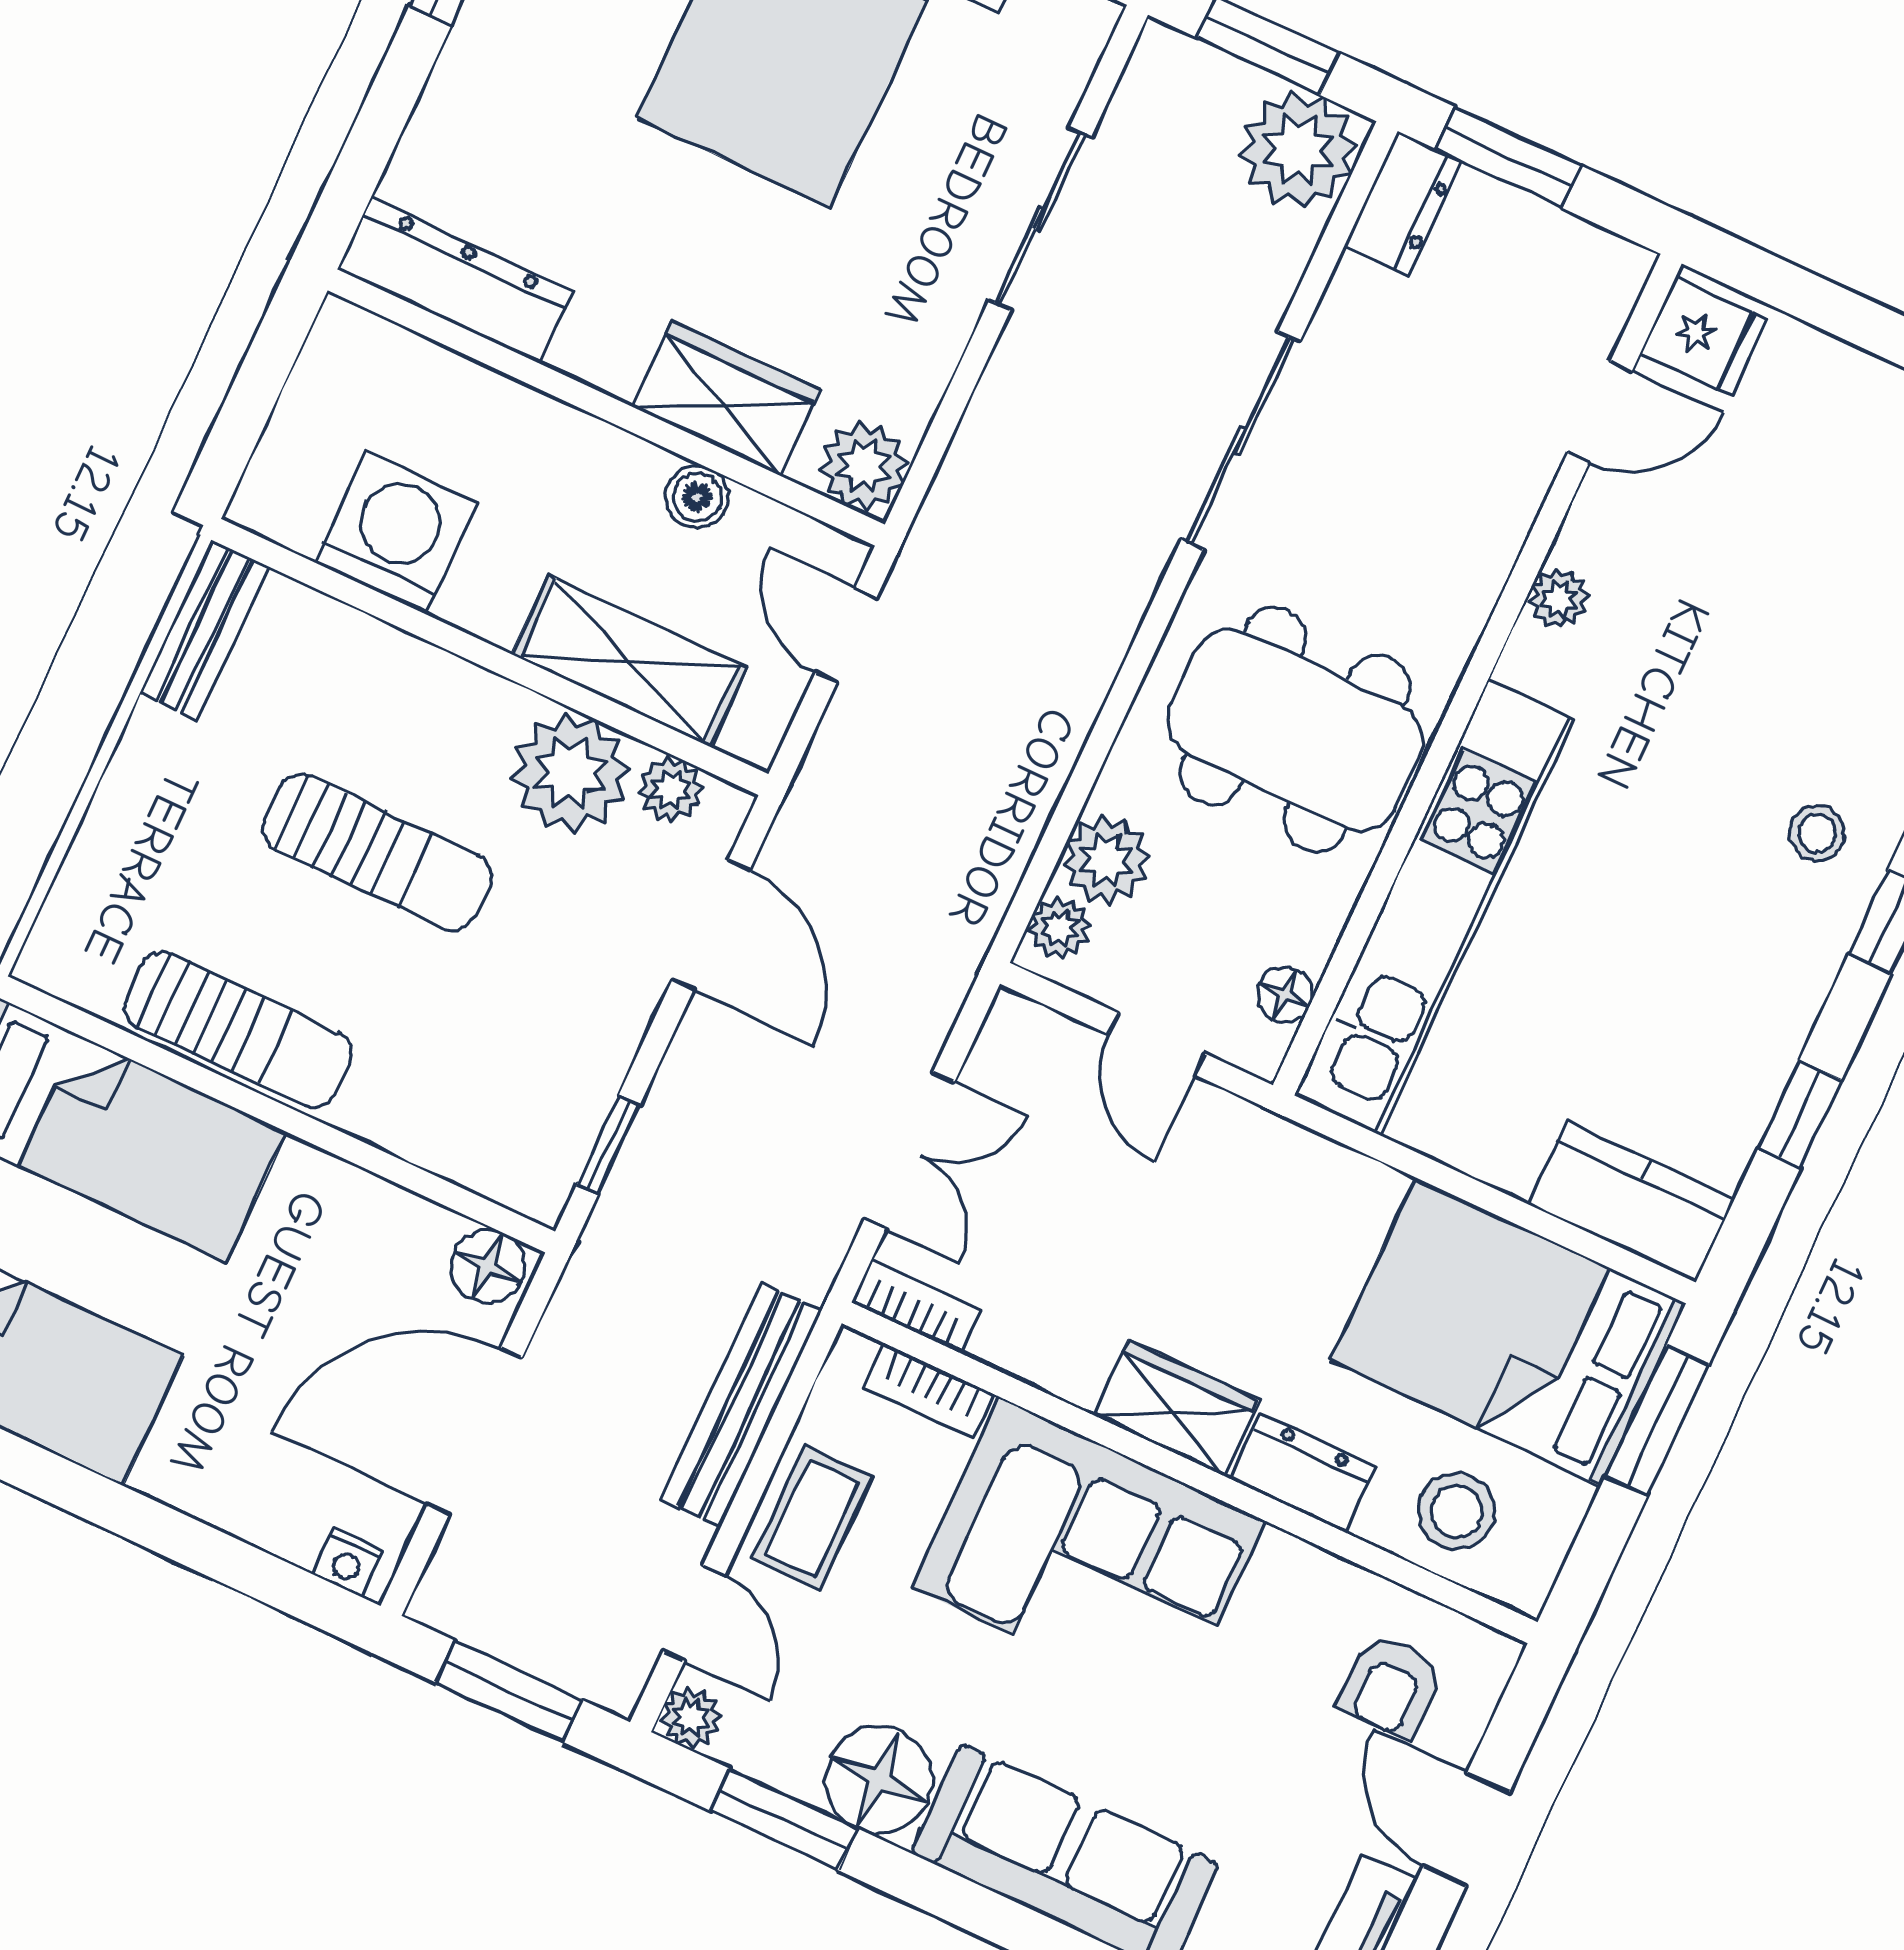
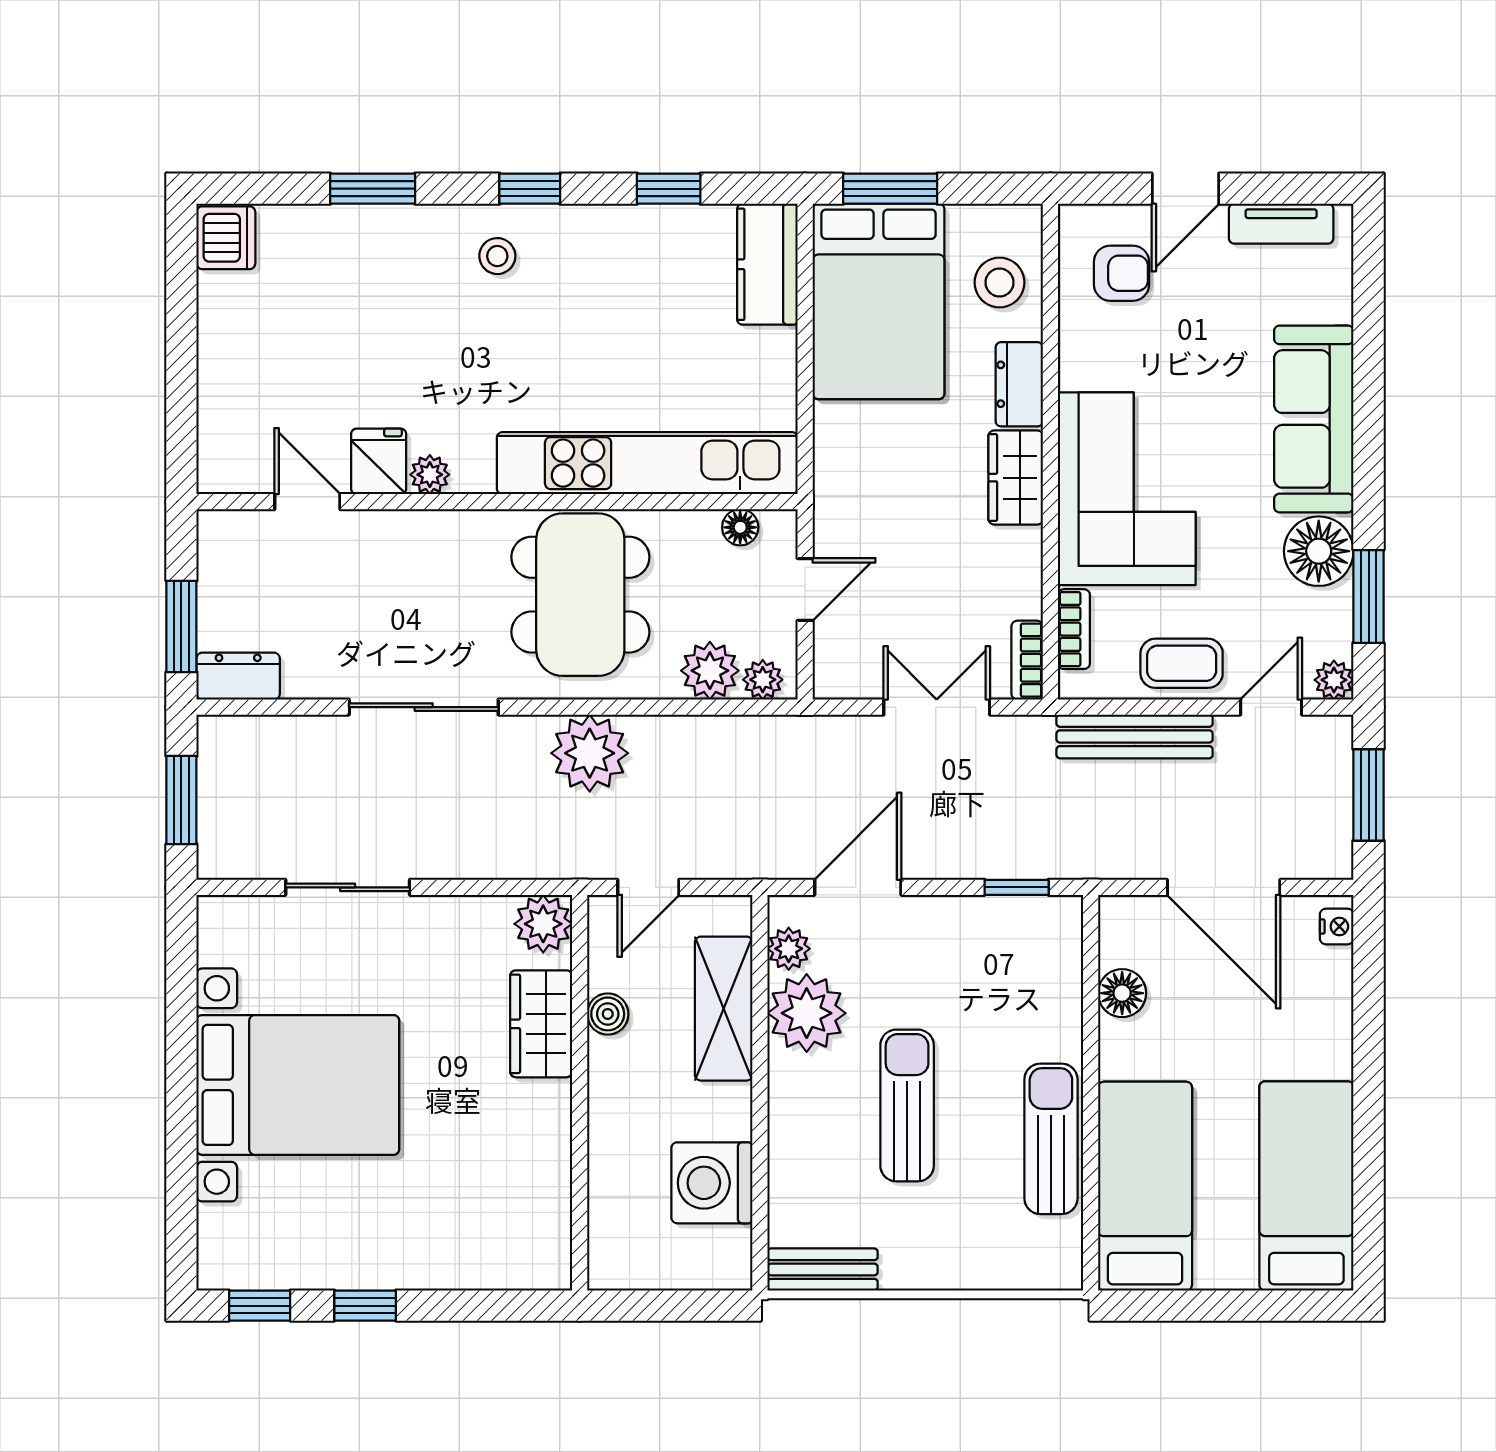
plant: (1298, 150) -> (590, 753), moved
dresser: (455, 281) -> (546, 1217), removed
fridge: (1703, 336) -> (379, 461), moved
floor lamp: (488, 1266) -> (1122, 993), moved

